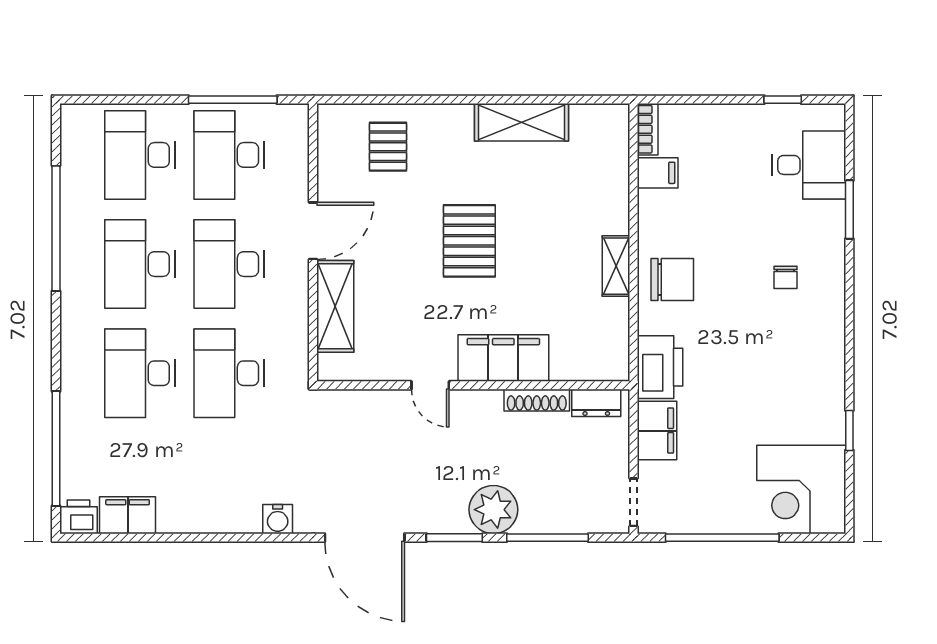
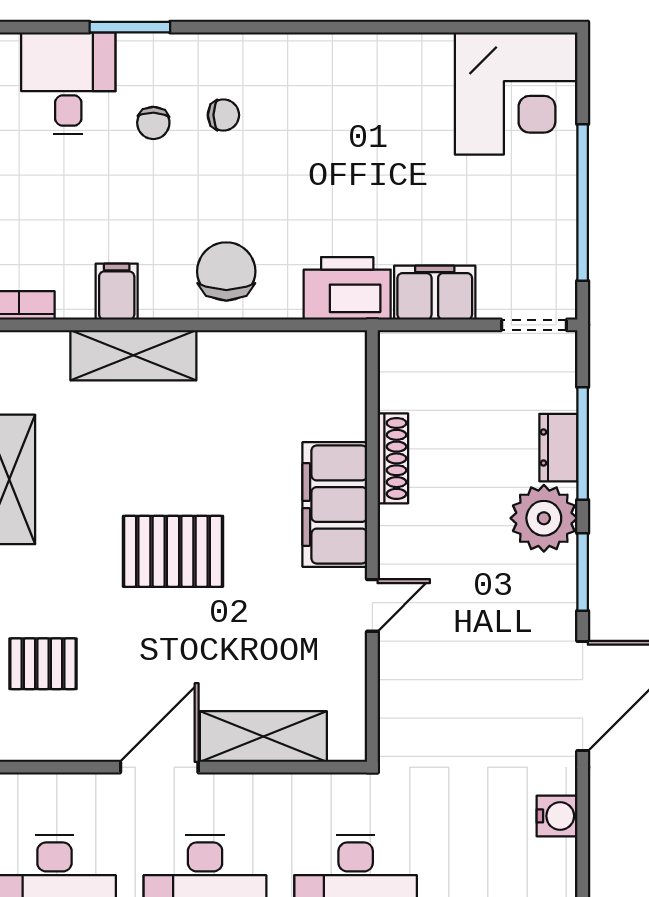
filing cabinet: (658, 173) -> (117, 292), moved
chair: (780, 227) -> (153, 123), added
door: (313, 231) -> (159, 767), hinge flipped
shelving: (616, 266) -> (133, 355), moved, width x1.50, depth x1.33
dresser: (596, 403) -> (558, 448), moved, turned 180
window: (849, 430) -> (435, 27), removed

